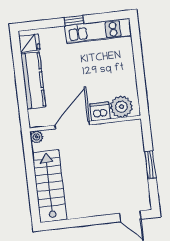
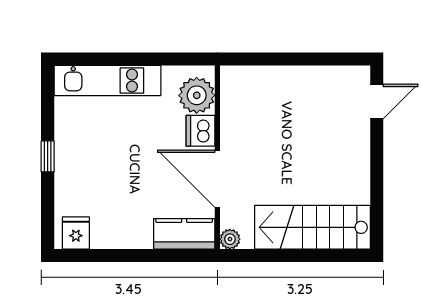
kitchen unit: (98, 31) -> (107, 81), moved, turned 90
kitchen counter: (33, 80) -> (184, 234), moved, width x0.67
window: (150, 165) -> (297, 59), removed

